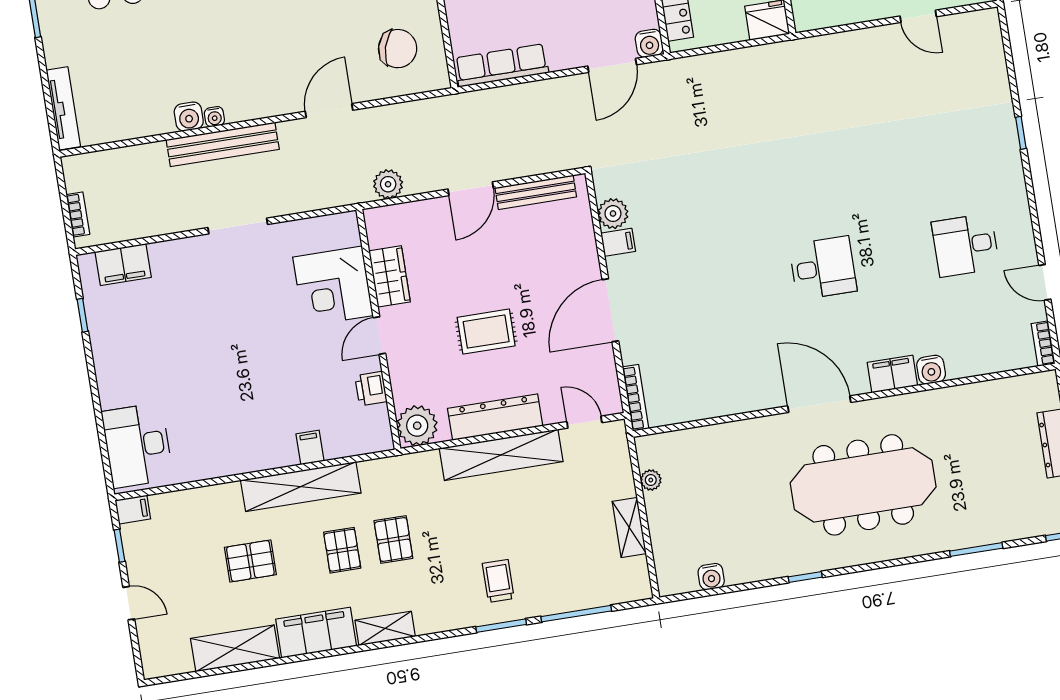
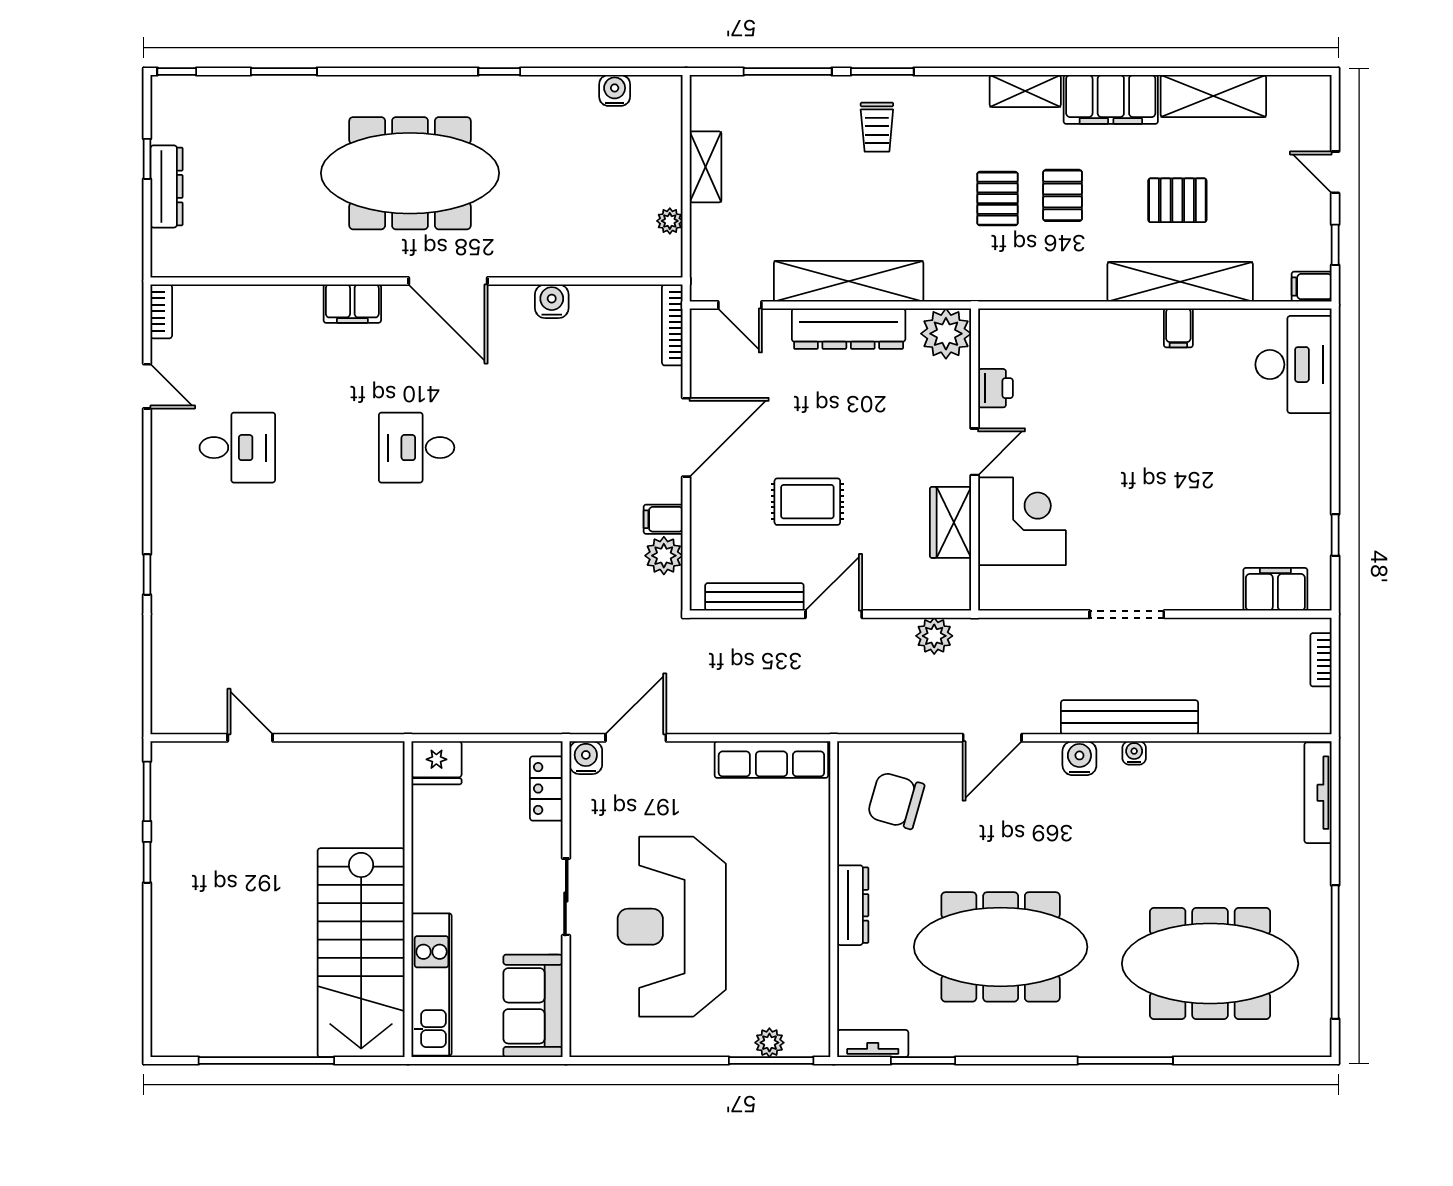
water cooler: (189, 117) -> (1079, 758), moved
rug: (486, 332) -> (807, 502), moved
water cooler: (931, 370) -> (552, 301), moved
filing cabinet: (310, 447) -> (1178, 328), moved
shelving: (301, 487) -> (1180, 282), moved

